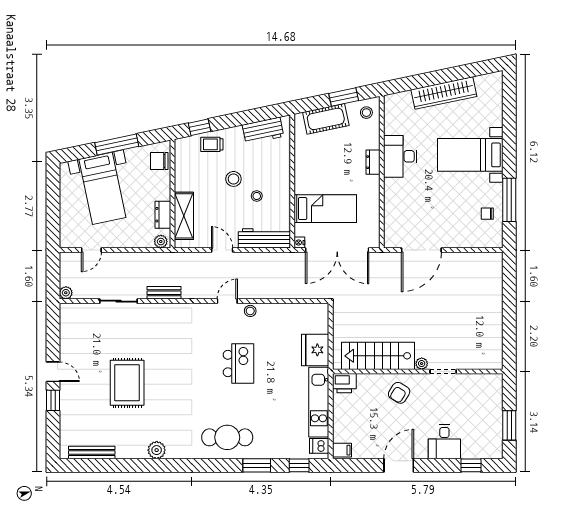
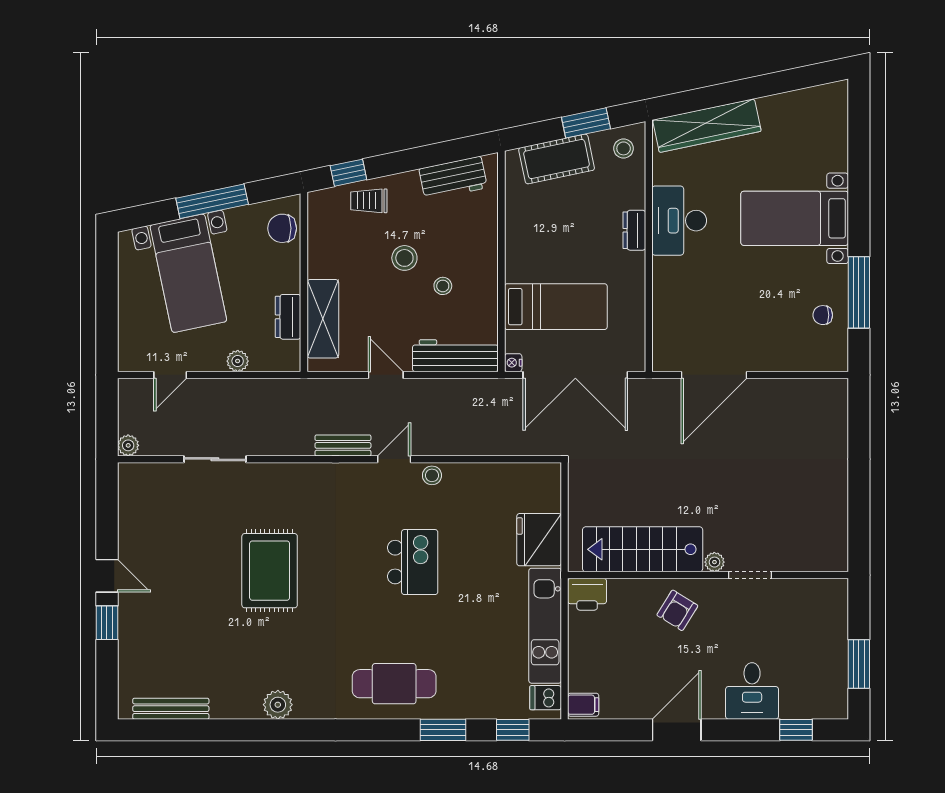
wardrobe: (444, 93) -> (707, 126), moved
plant: (161, 242) -> (238, 361), moved
bench: (164, 293) -> (343, 445), moved
rug: (127, 383) -> (270, 571), moved

